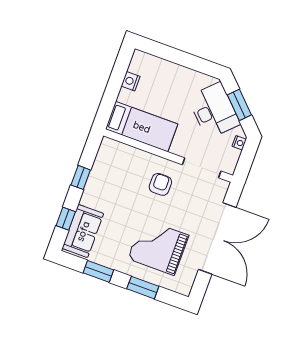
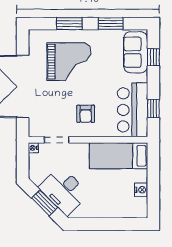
nightstand: (239, 143) -> (33, 148), moved
doorway: (202, 168) -> (57, 140), width x0.73
bar counter: (109, 170) -> (133, 110), added
window: (81, 177) -> (153, 108), moved

